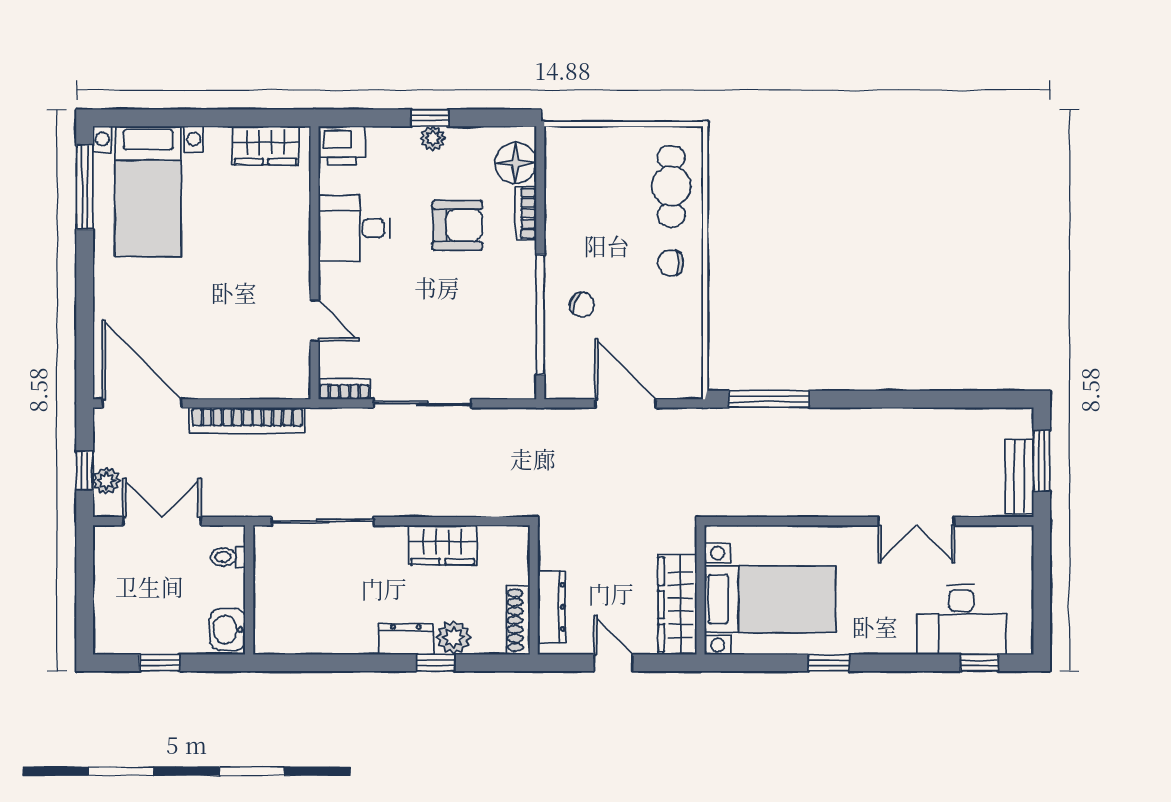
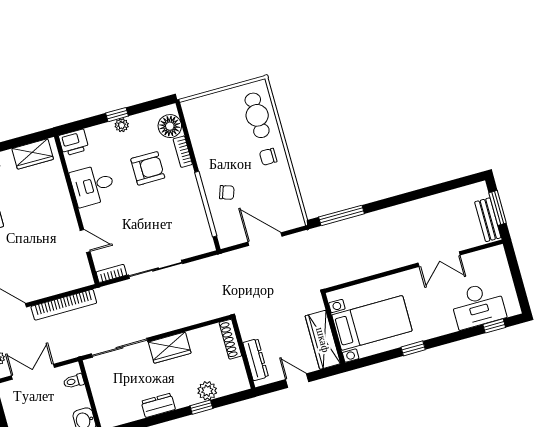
wardrobe: (443, 545) -> (170, 348), moved
shoe rack: (518, 620) -> (230, 339), moved
dresser: (406, 639) -> (158, 405), moved

